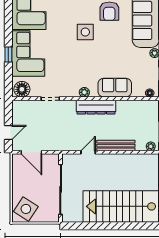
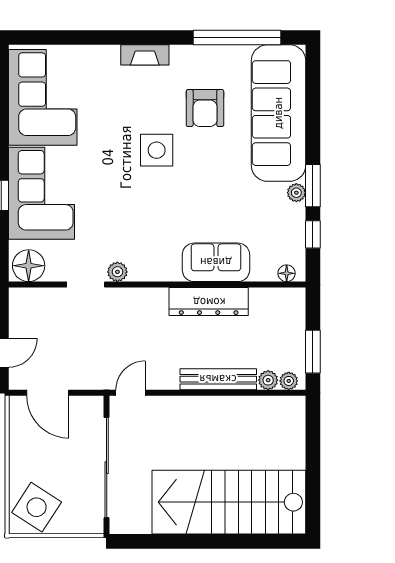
plant: (84, 92) -> (117, 272), moved
dresser: (96, 107) -> (209, 302), moved
plant: (141, 146) -> (268, 380), added
door: (88, 152) -> (131, 393), moved

